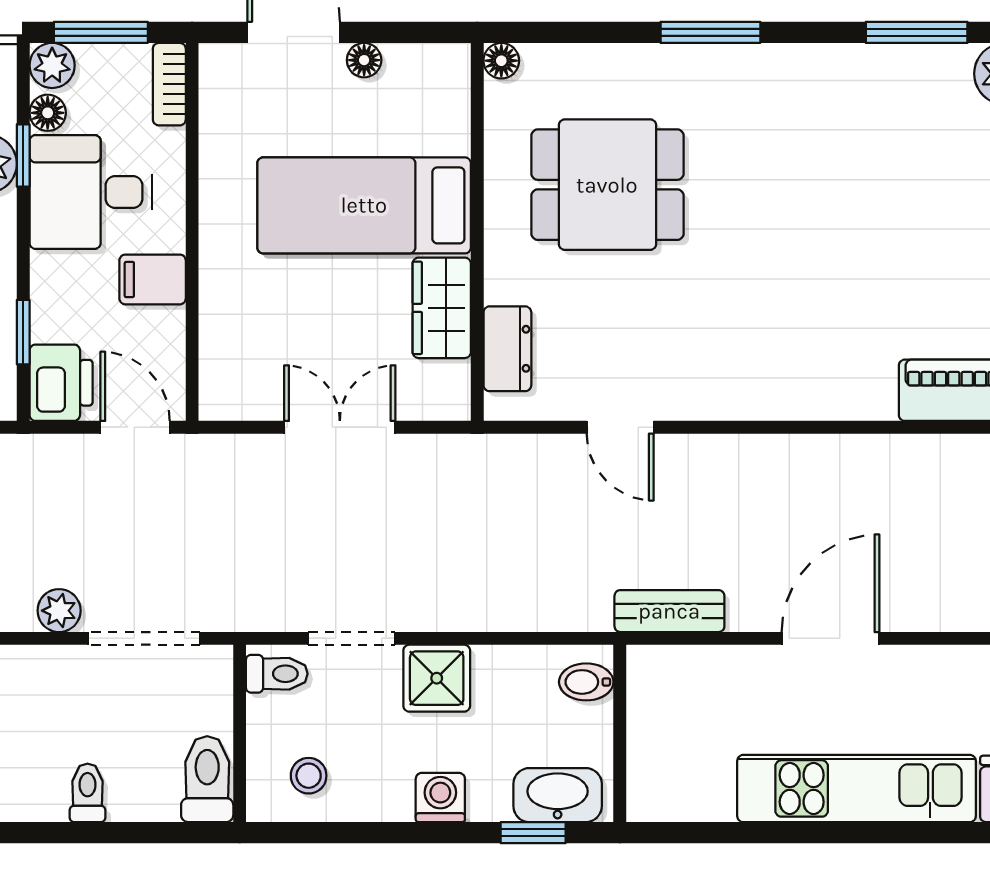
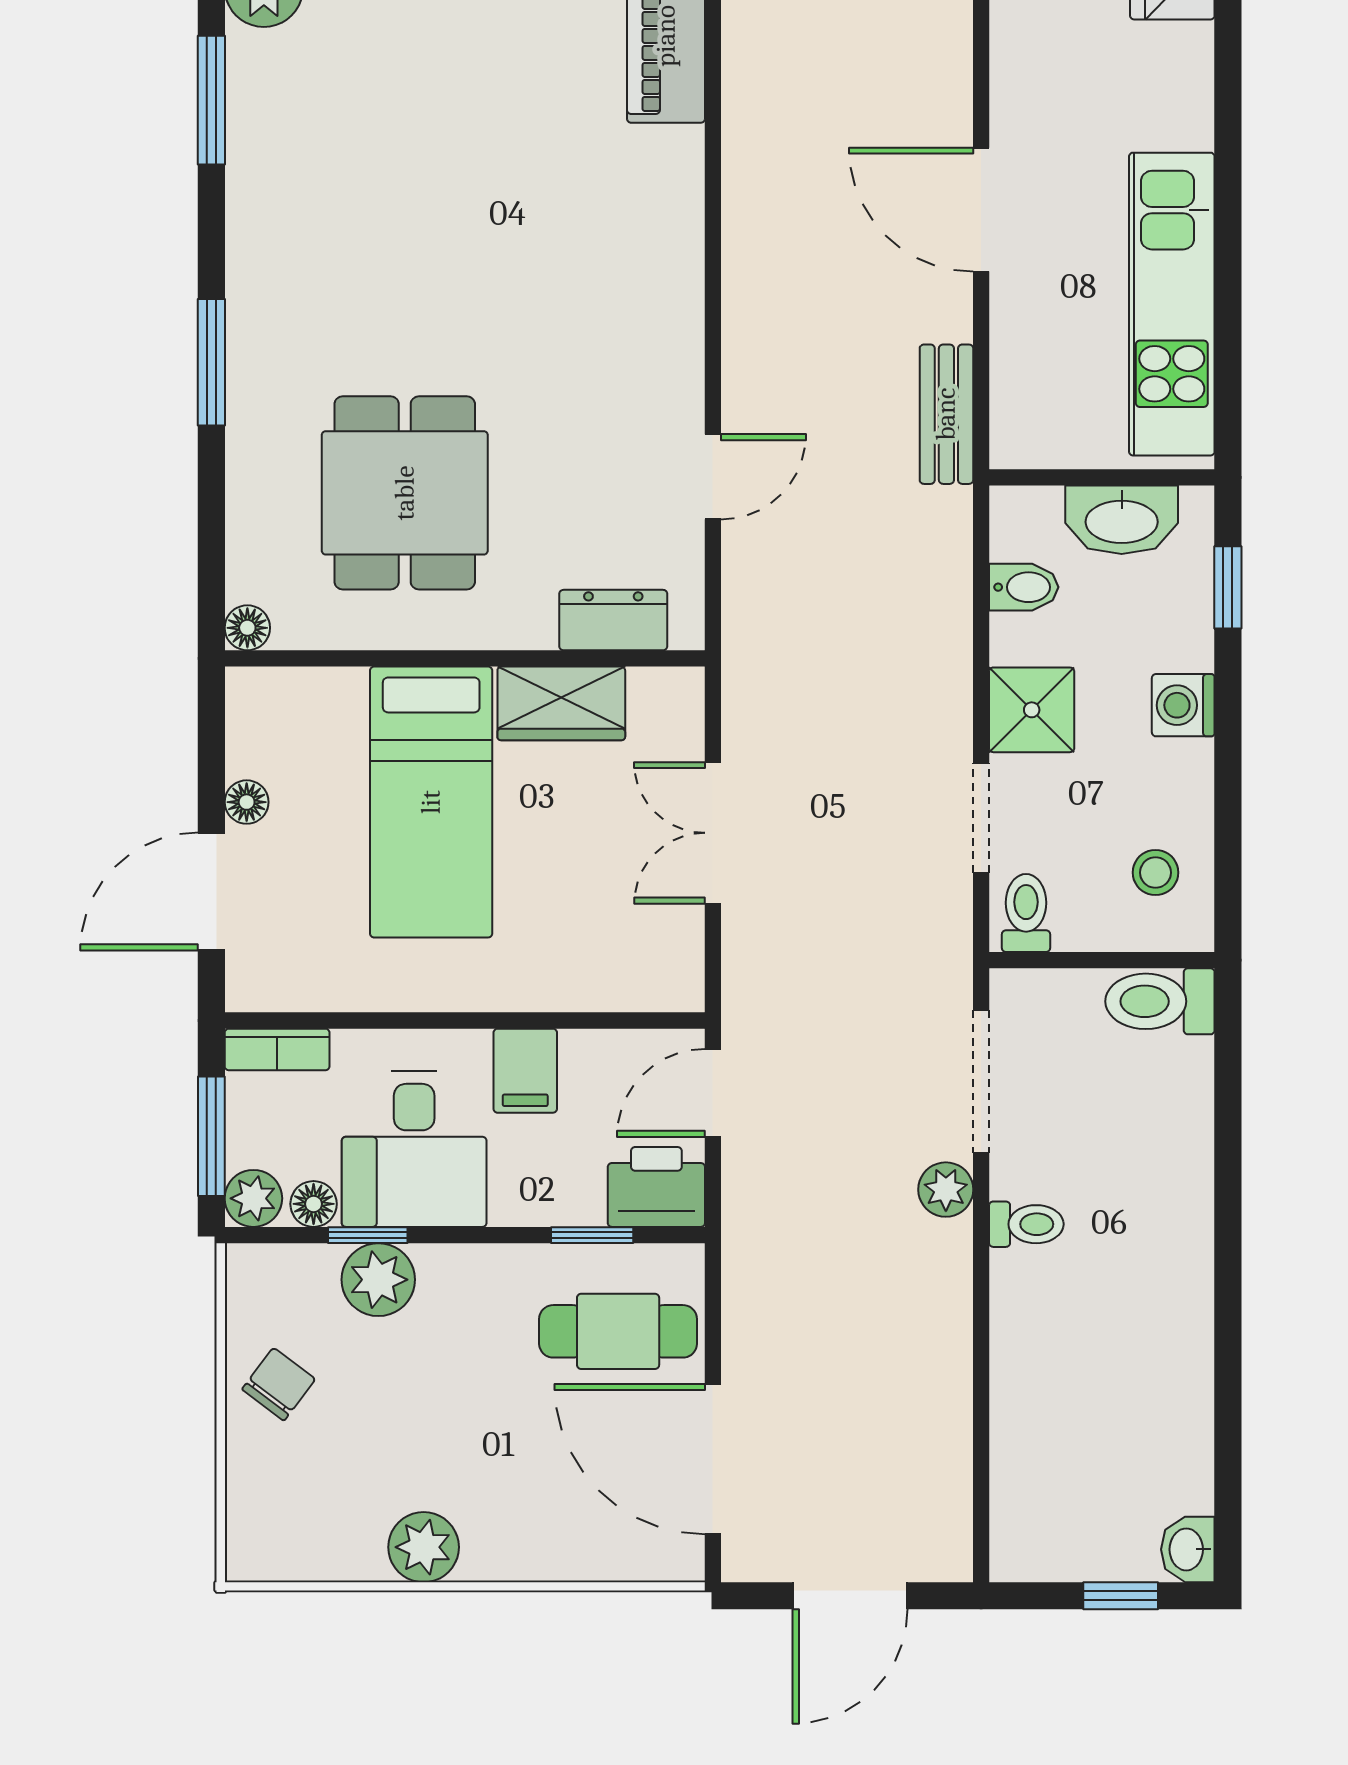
bidet: (586, 682) -> (1024, 587), moved, turned -90
kitchen unit: (857, 788) -> (1172, 304), moved
toilet: (88, 793) -> (1026, 1224), moved, turned 180
washbasin: (558, 795) -> (1122, 520), moved, turned -90

